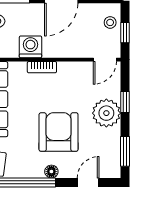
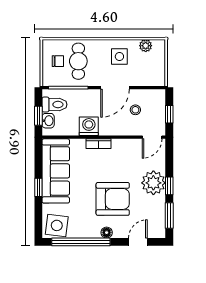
stool: (110, 22) -> (135, 110), moved
window: (125, 102) -> (169, 186), moved
armchair: (59, 132) -> (113, 199), turned 90

